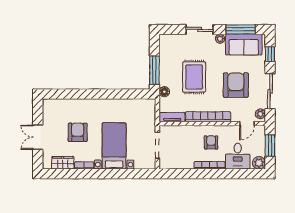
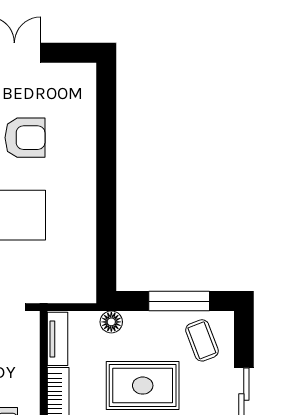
coffee table: (173, 49) -> (202, 340), added
window: (154, 70) -> (179, 301), moved

